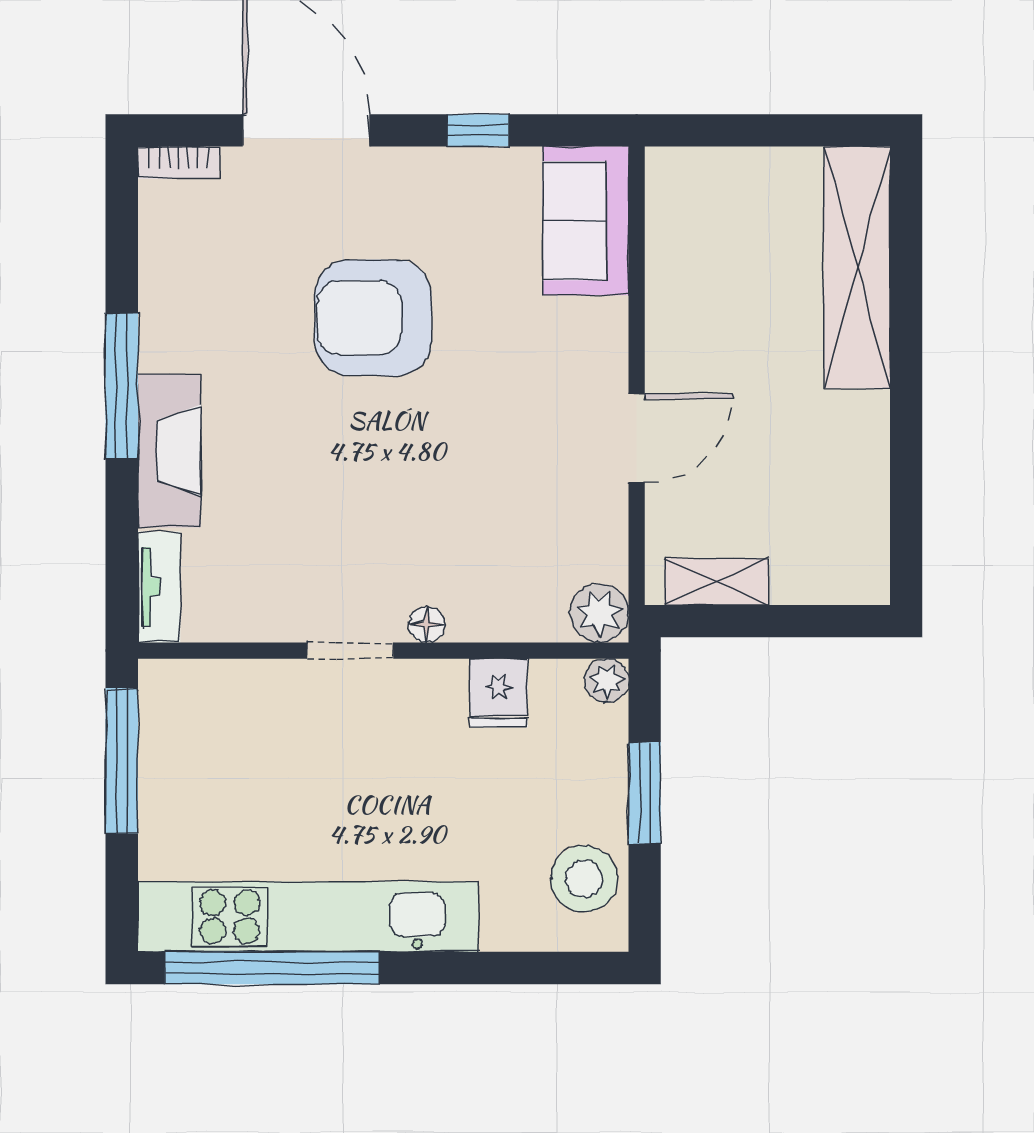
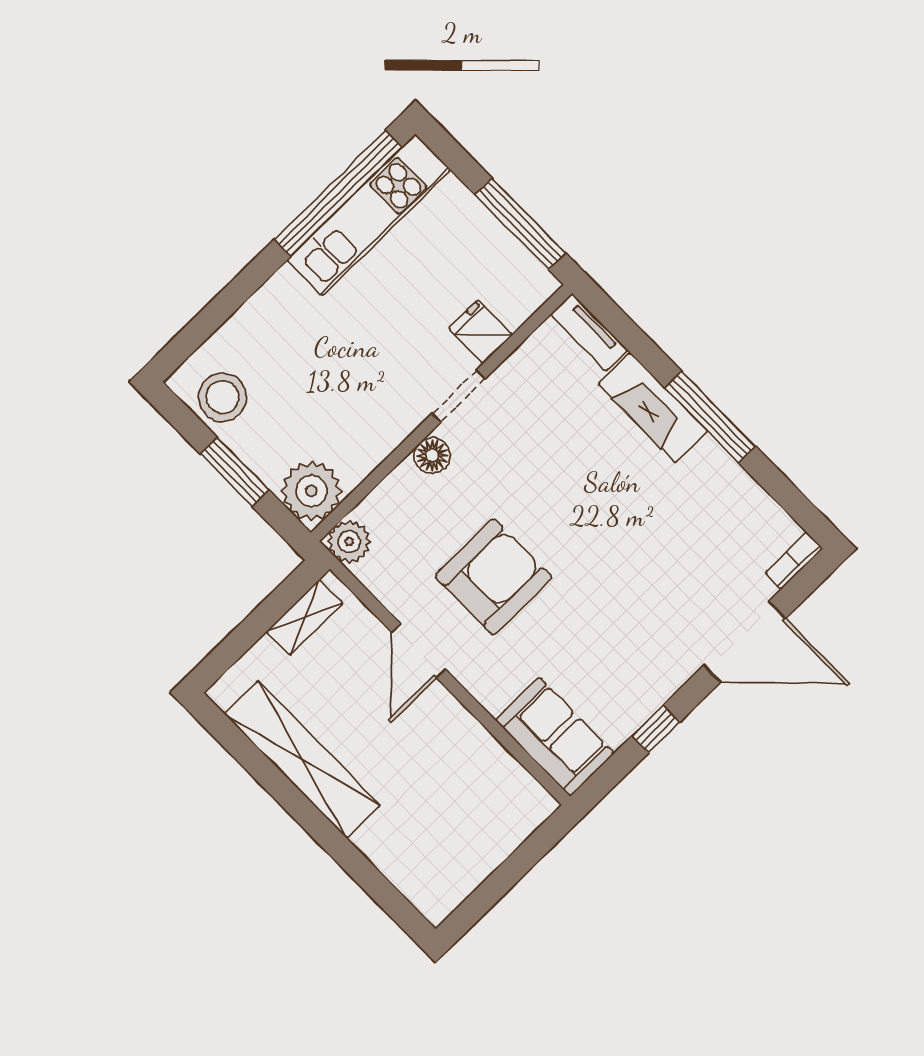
shelving: (857, 267) -> (302, 759), moved
armchair: (373, 318) -> (493, 577), moved
floor lamp: (427, 624) -> (432, 455), width x1.37, depth x1.37
plant: (607, 681) -> (311, 491), width x1.87, depth x1.87
fridge: (499, 693) -> (481, 332), moved
kitchen unit: (308, 917) -> (369, 215), width x0.73

